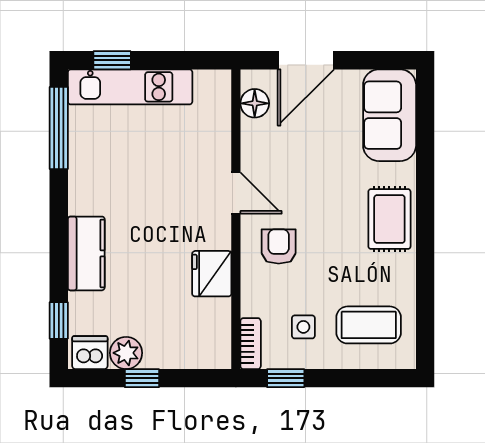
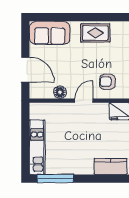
window: (112, 60) -> (25, 155), removed
floor lamp: (255, 103) -> (60, 92), moved

